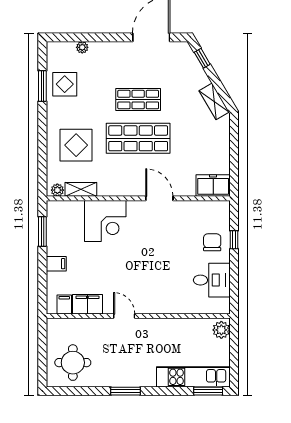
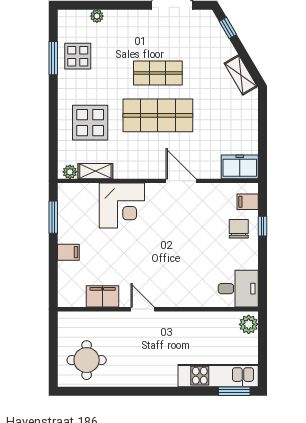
desk: (212, 280) -> (238, 289), moved
filing cabinet: (64, 304) -> (248, 202), moved, turned -90
window: (126, 391) -> (144, 391), removed

